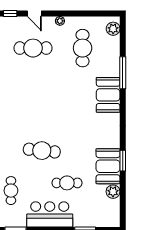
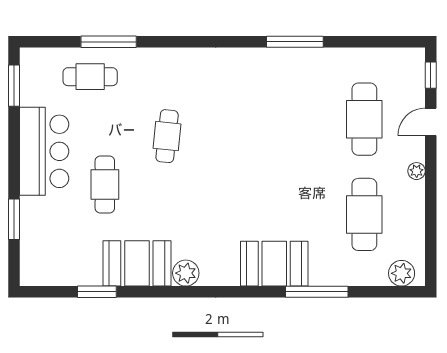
cafe table: (83, 48) -> (364, 214), turned 90
cafe table: (42, 151) -> (167, 136), width x0.73, depth x0.74
window: (123, 161) -> (97, 292), moved
plant: (113, 192) -> (186, 273), moved

